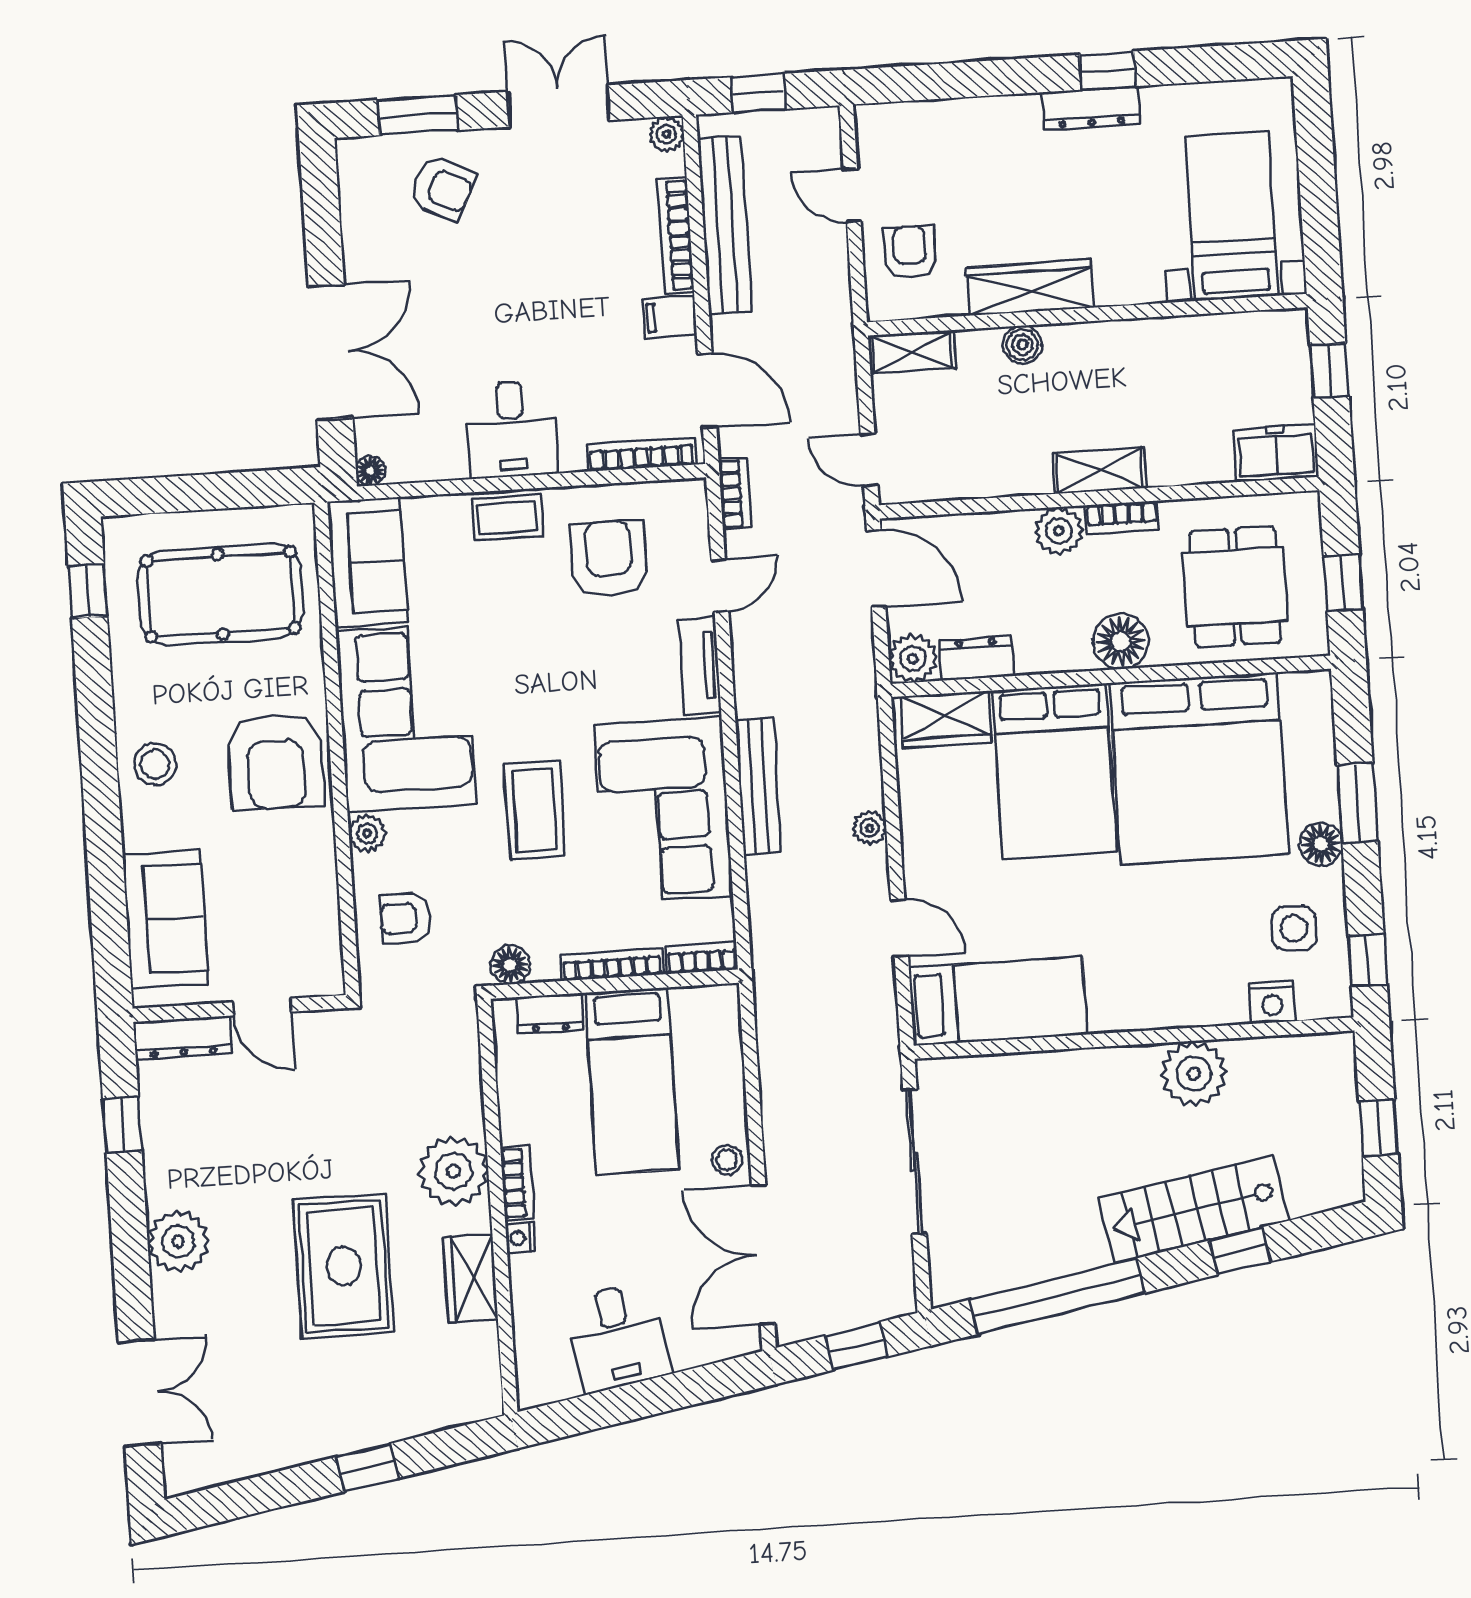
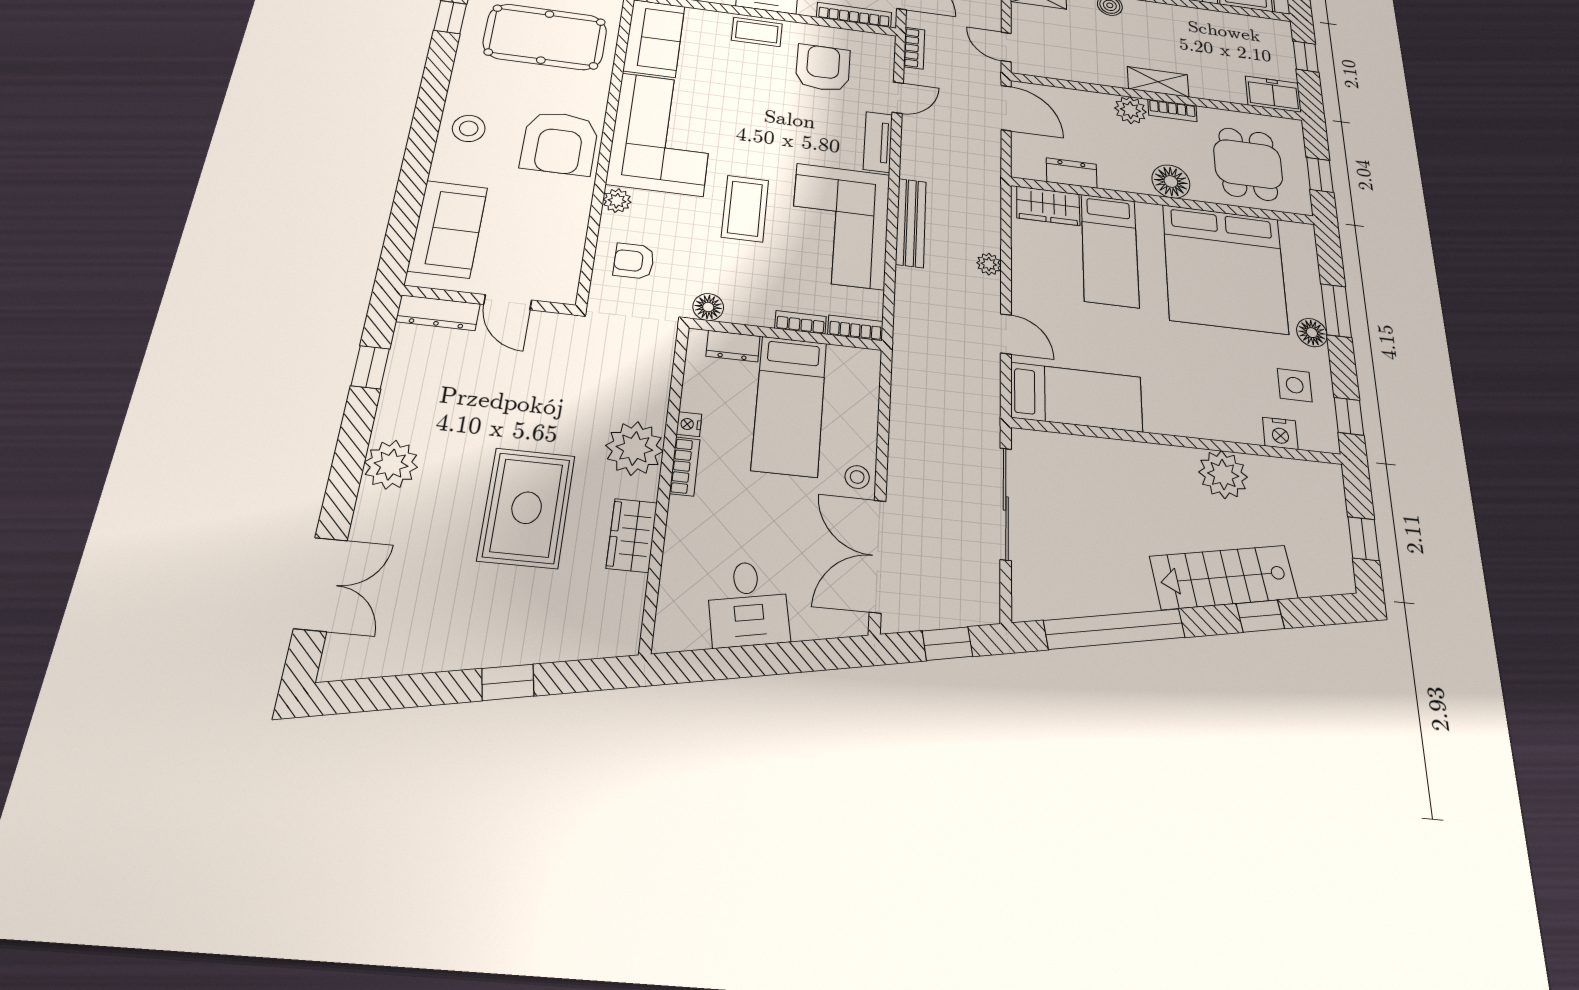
plant: (913, 658) -> (1027, 165), removed
bed: (1054, 771) -> (1110, 250), width x0.67
bookcase: (612, 965) -> (801, 322), width x0.64
nightstand: (520, 1238) -> (689, 424), moved

